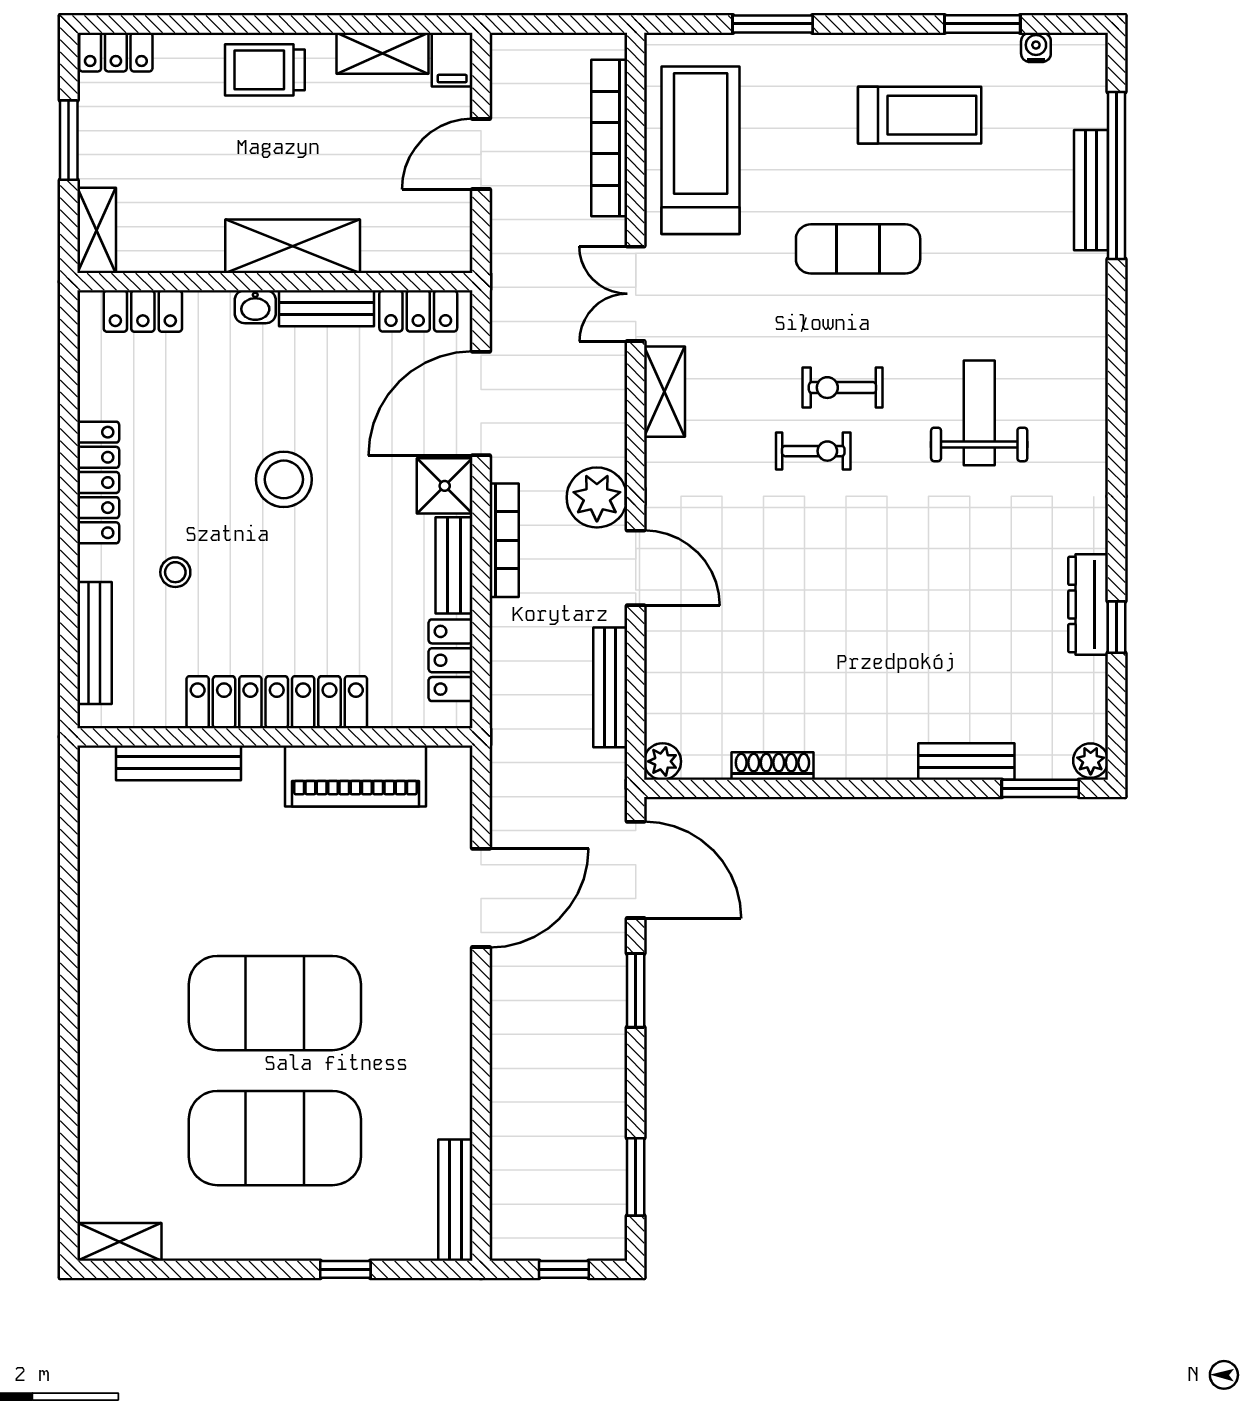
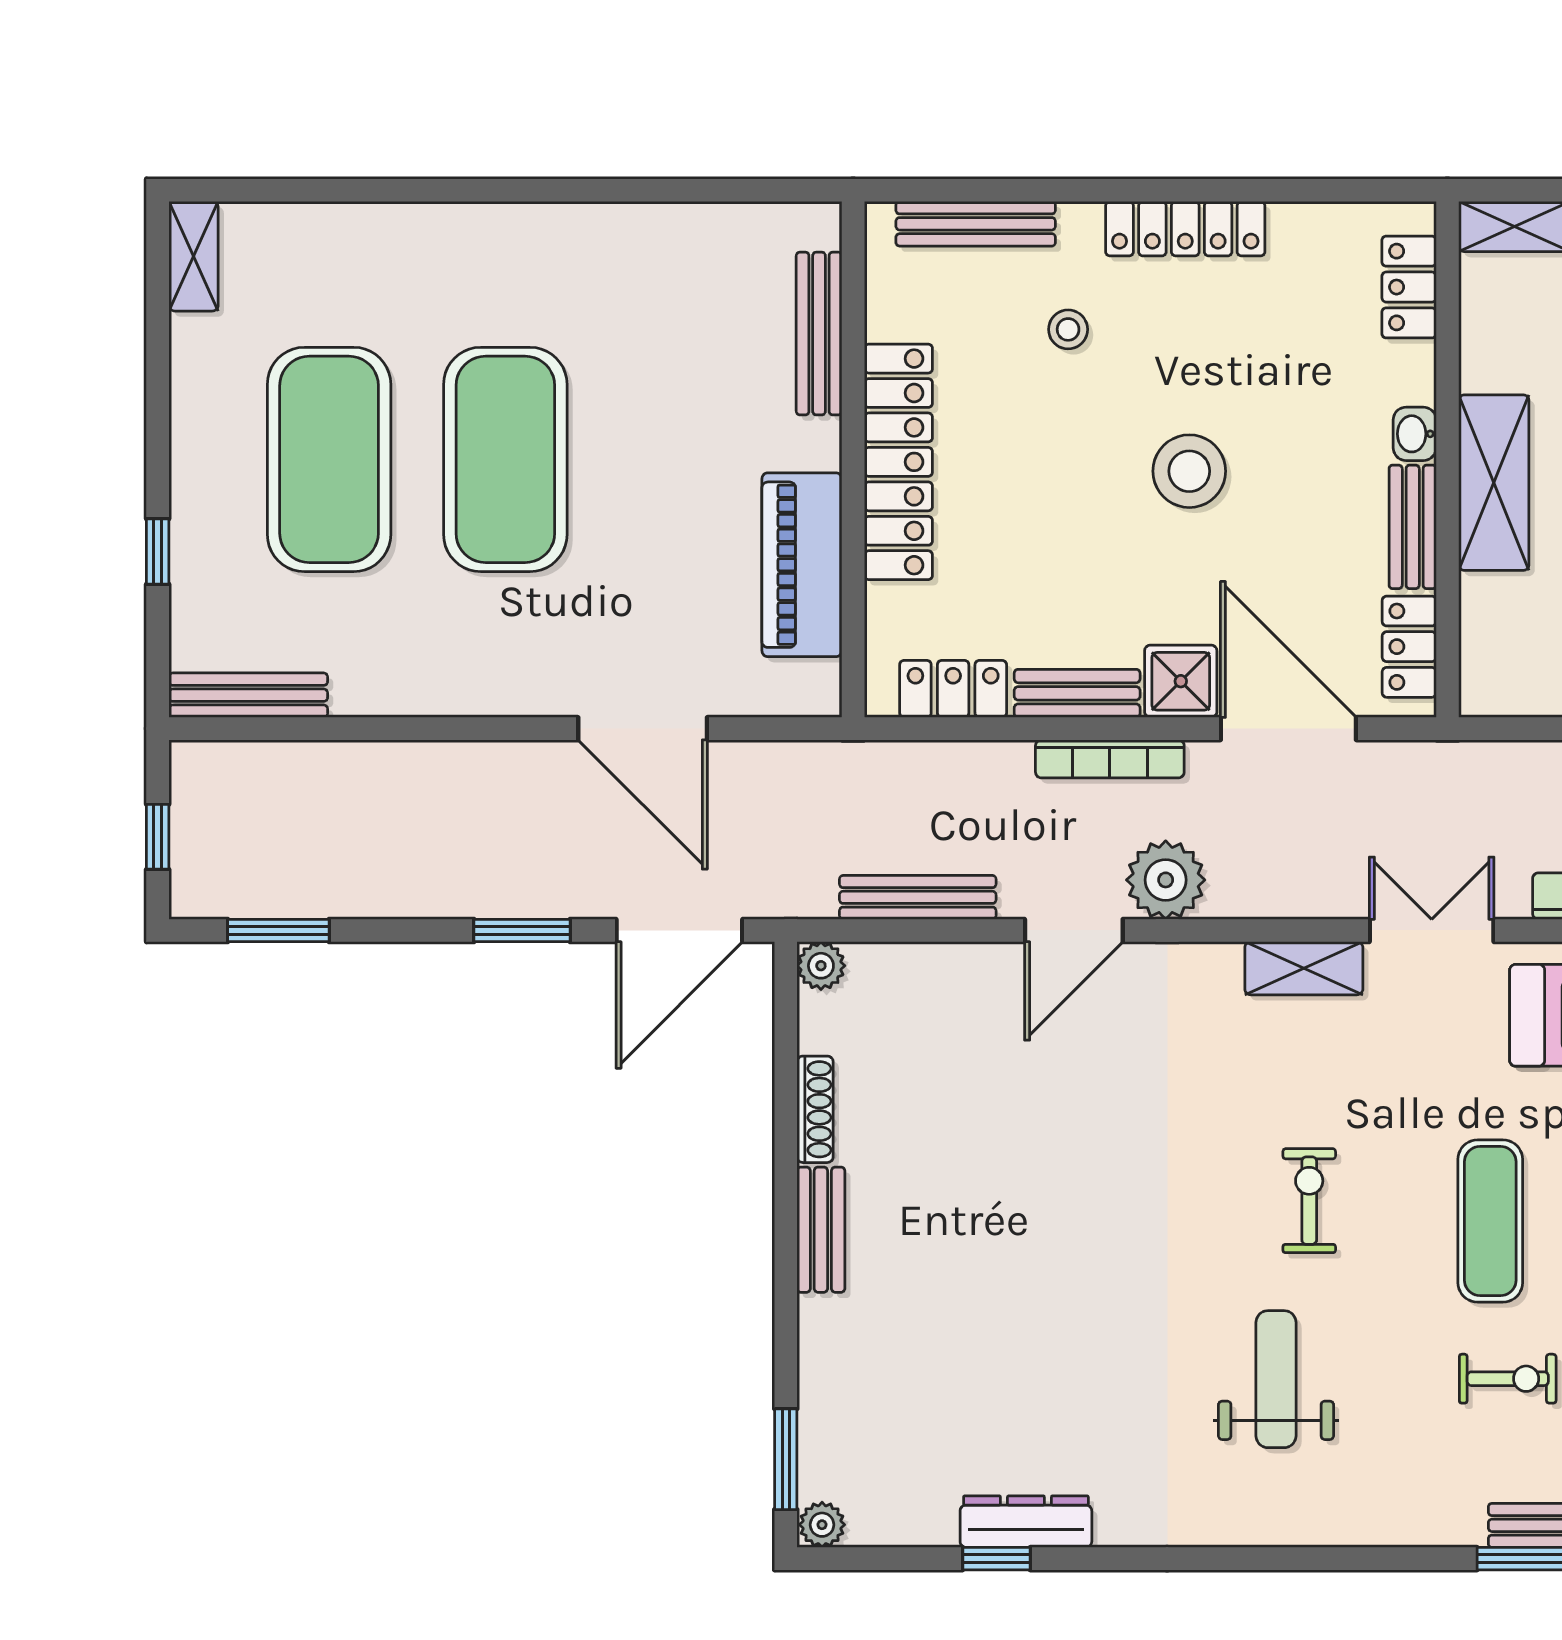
weight bench: (979, 413) -> (1276, 1379), turned -90
exercise bike: (813, 451) -> (1508, 1379), moved, turned -90
bench: (966, 761) -> (821, 1230), moved

